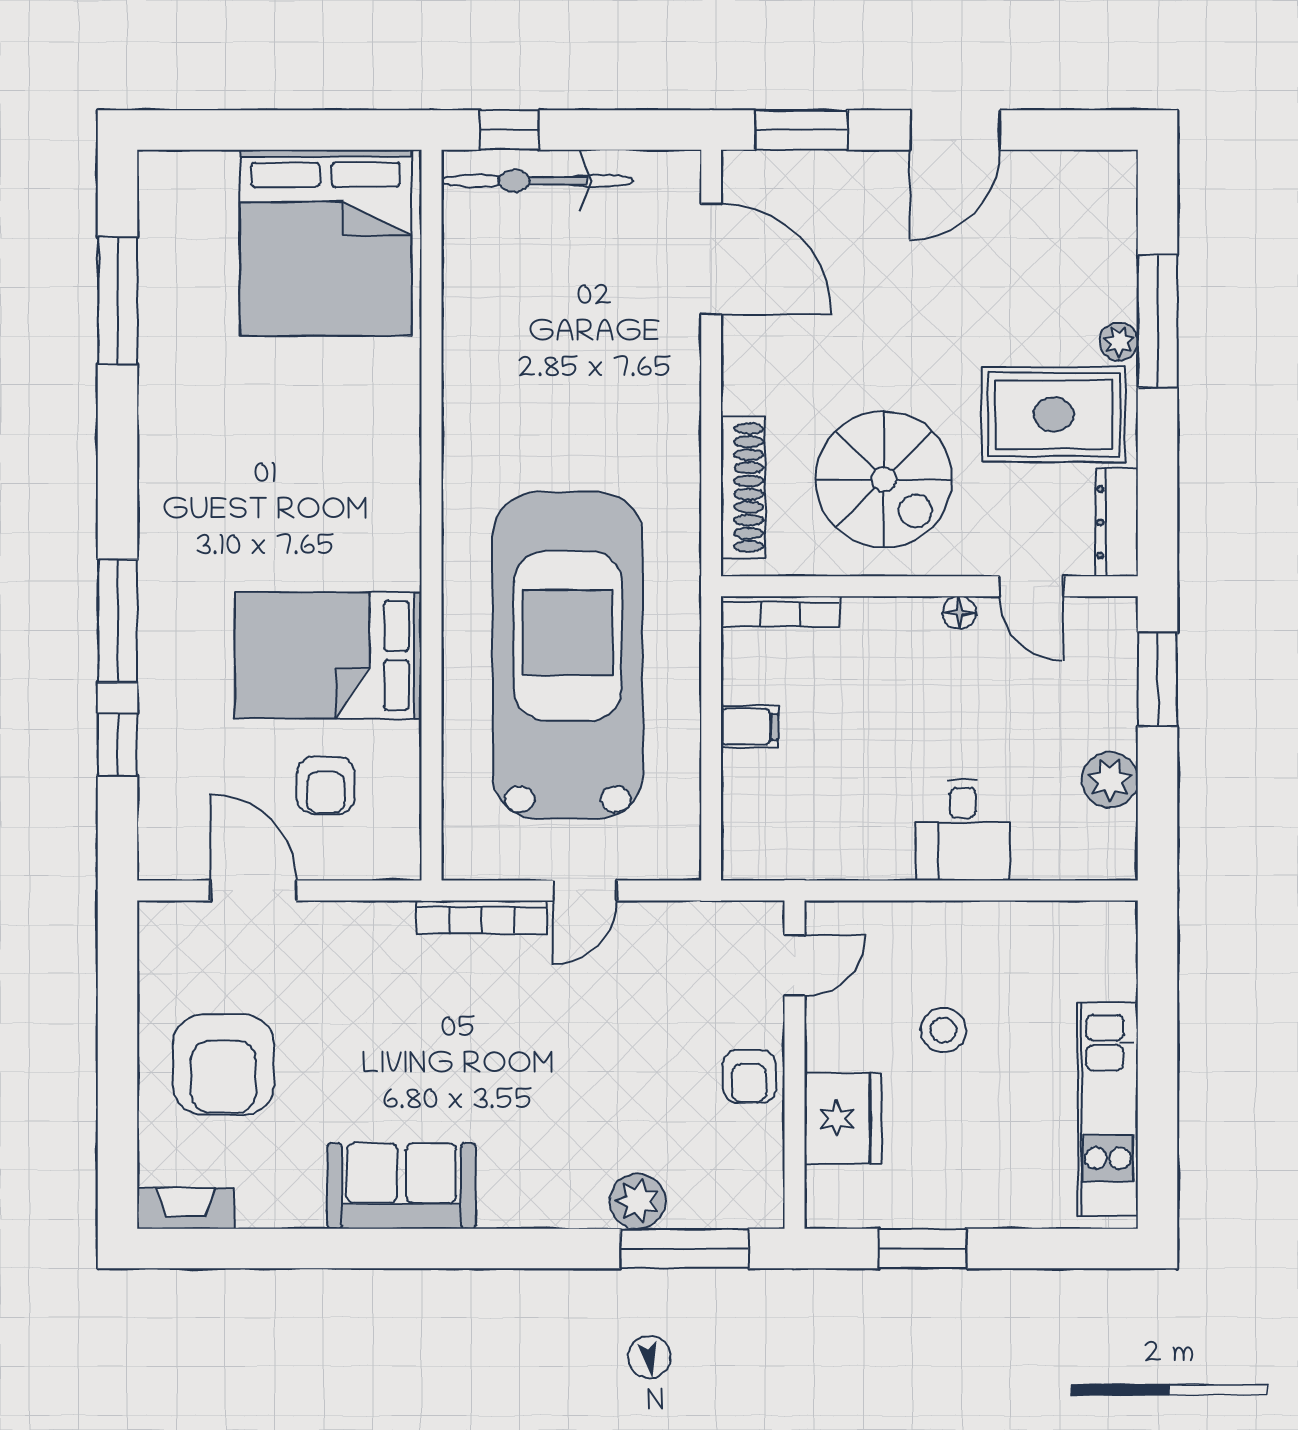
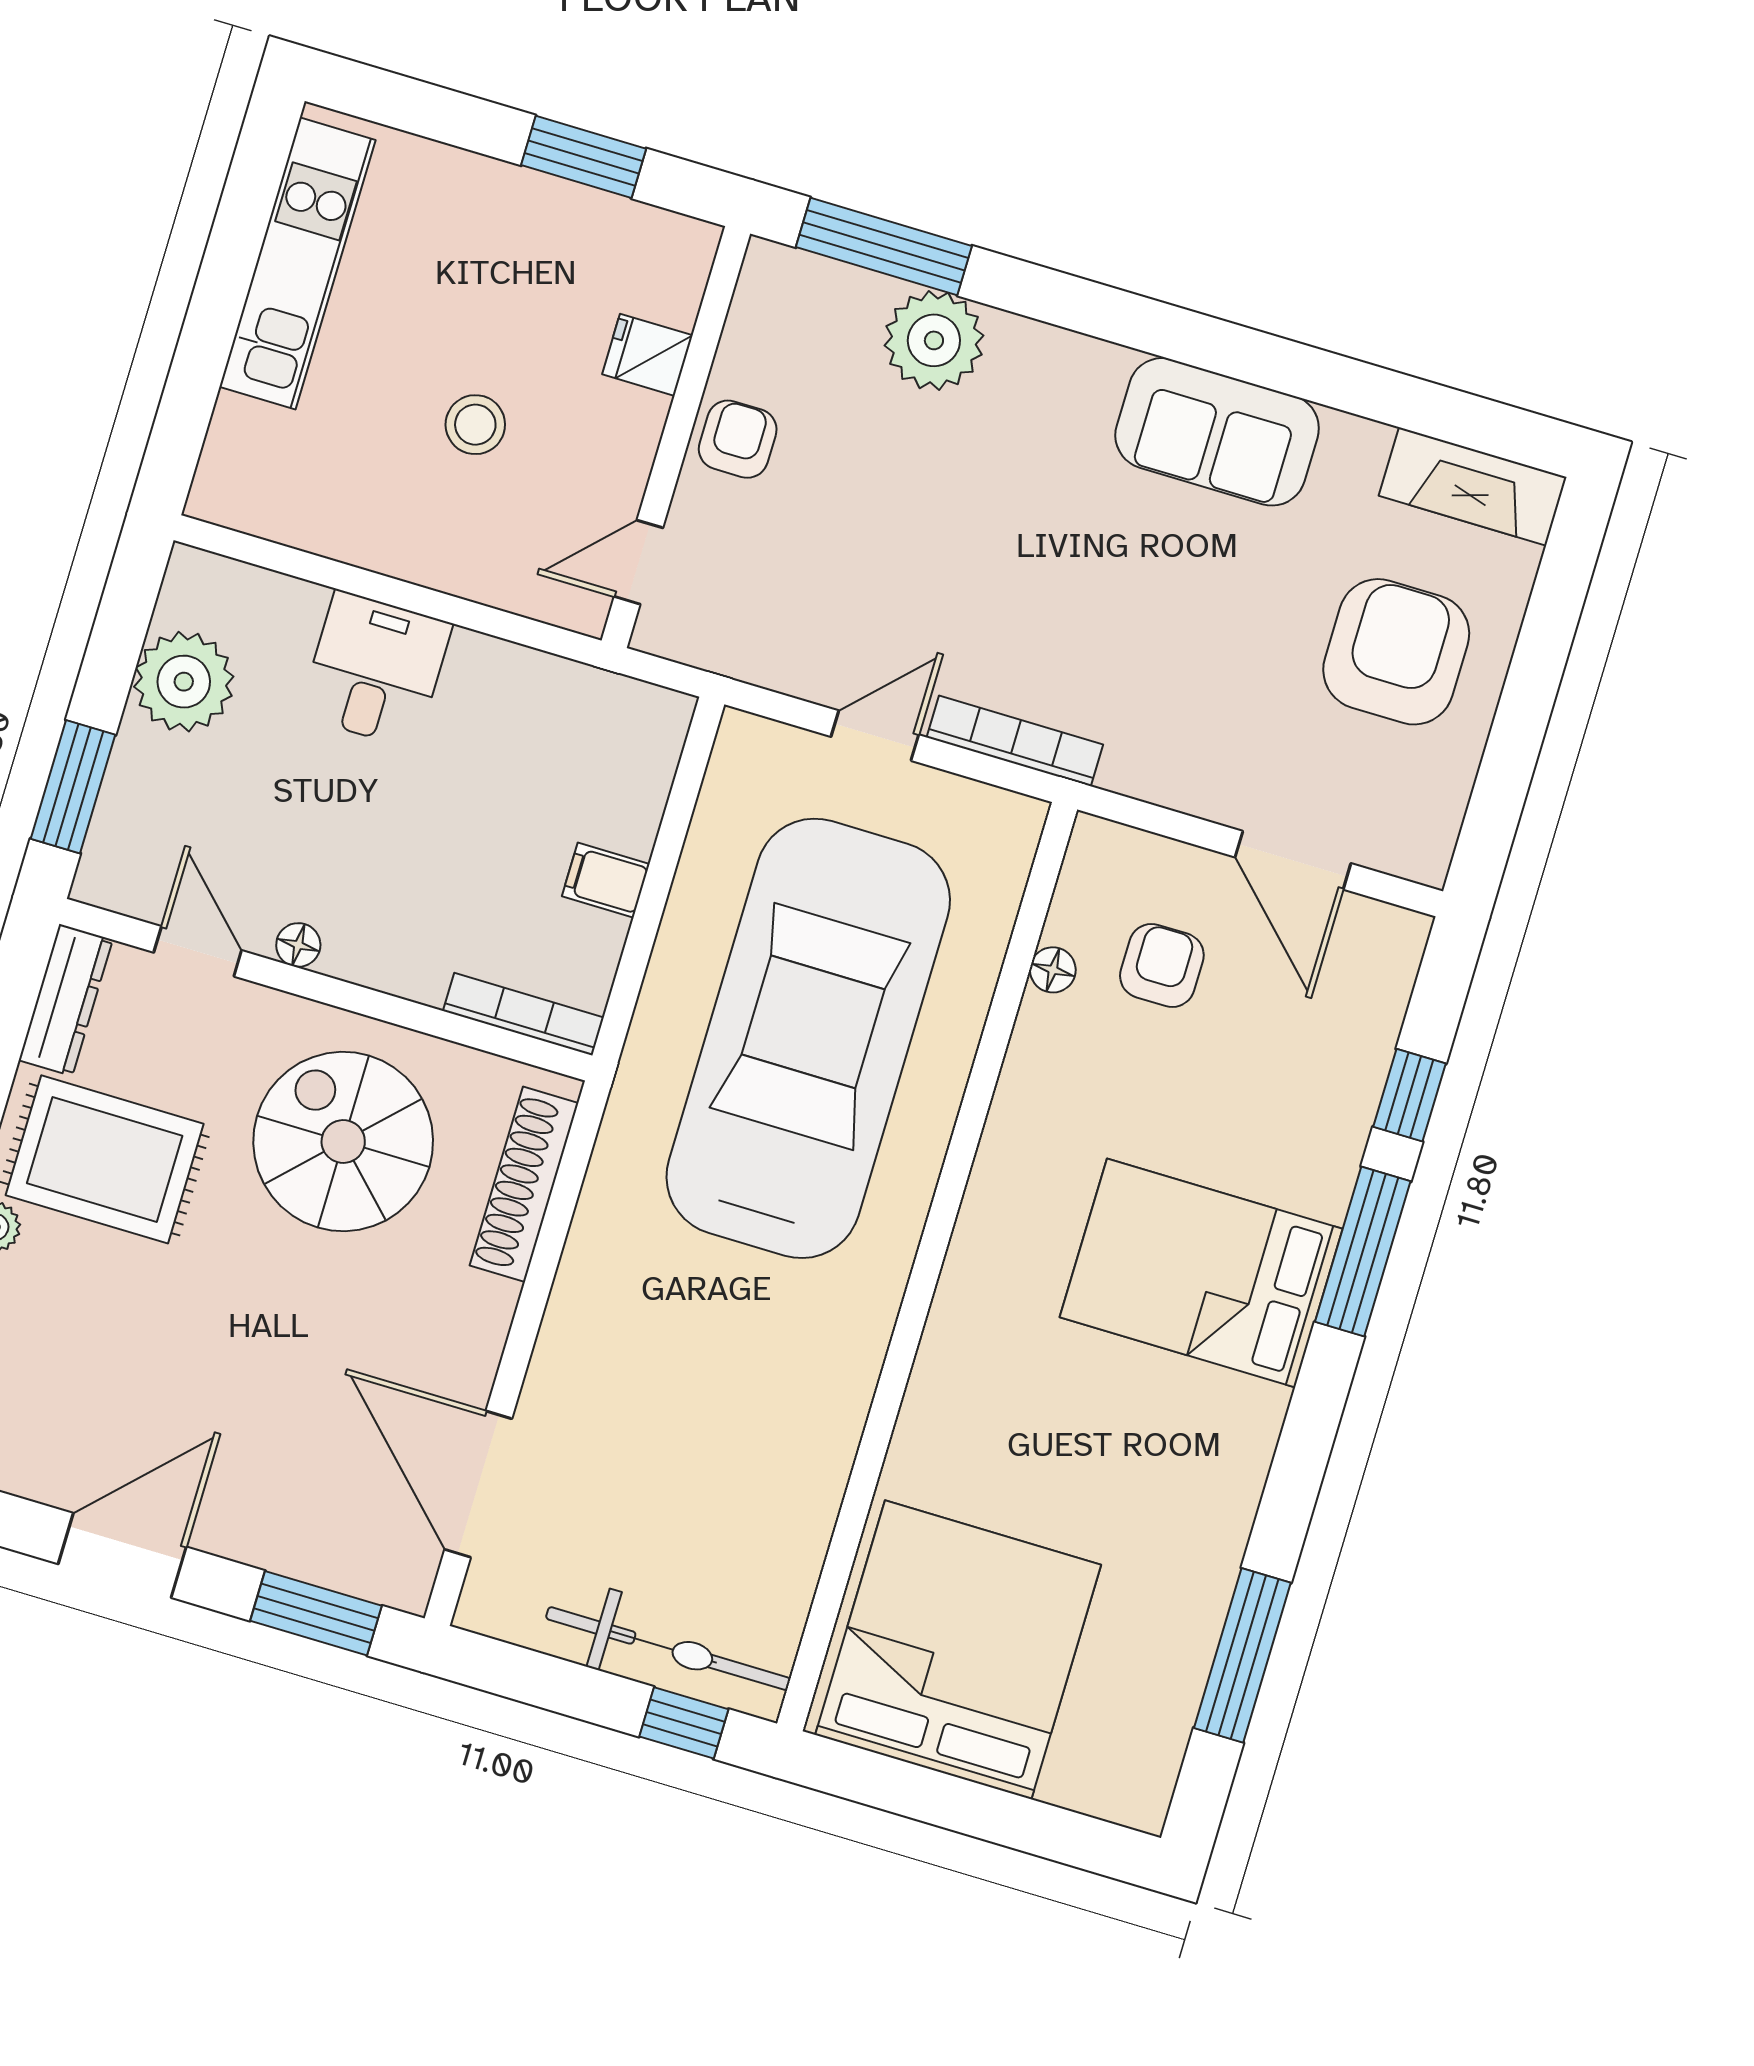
car: (568, 655) -> (808, 1038), turned 180
bed: (328, 656) -> (1201, 1273), moved, turned 180
floor lamp: (404, 758) -> (1053, 970), added
plant: (1110, 780) -> (184, 682), width x1.36, depth x1.36
fridge: (843, 1118) -> (647, 355), width x0.53, depth x0.75
plant: (638, 1201) -> (934, 340), width x1.36, depth x1.36
fireplace: (186, 1208) -> (1473, 486), width x1.37, depth x1.32

